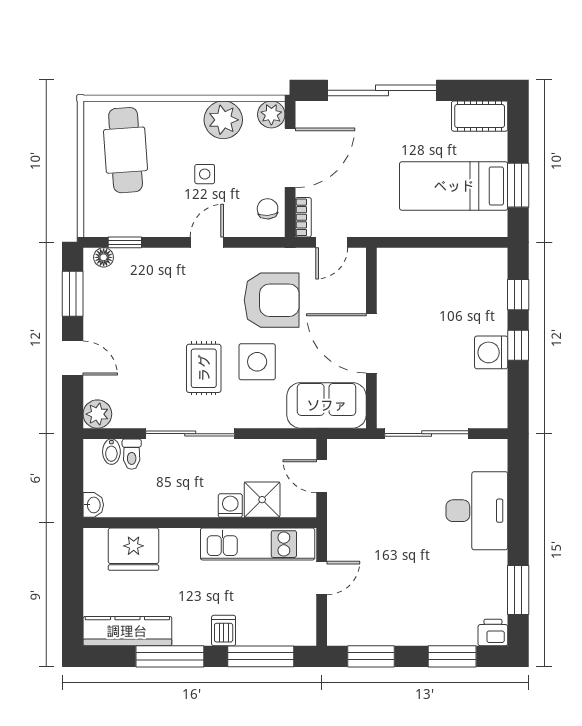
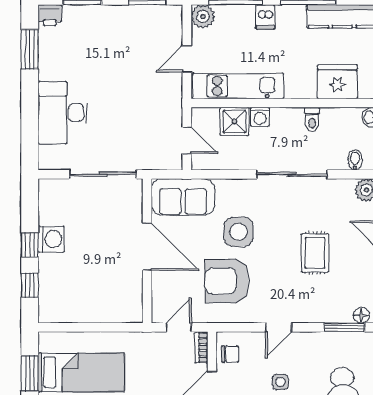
chair: (268, 209) -> (230, 354), turned -86
window: (125, 242) -> (344, 327), width x1.50
rug: (204, 368) -> (315, 253), moved
toilet: (132, 454) -> (312, 119), moved, turned 180
plant: (302, 631) -> (203, 16), added

